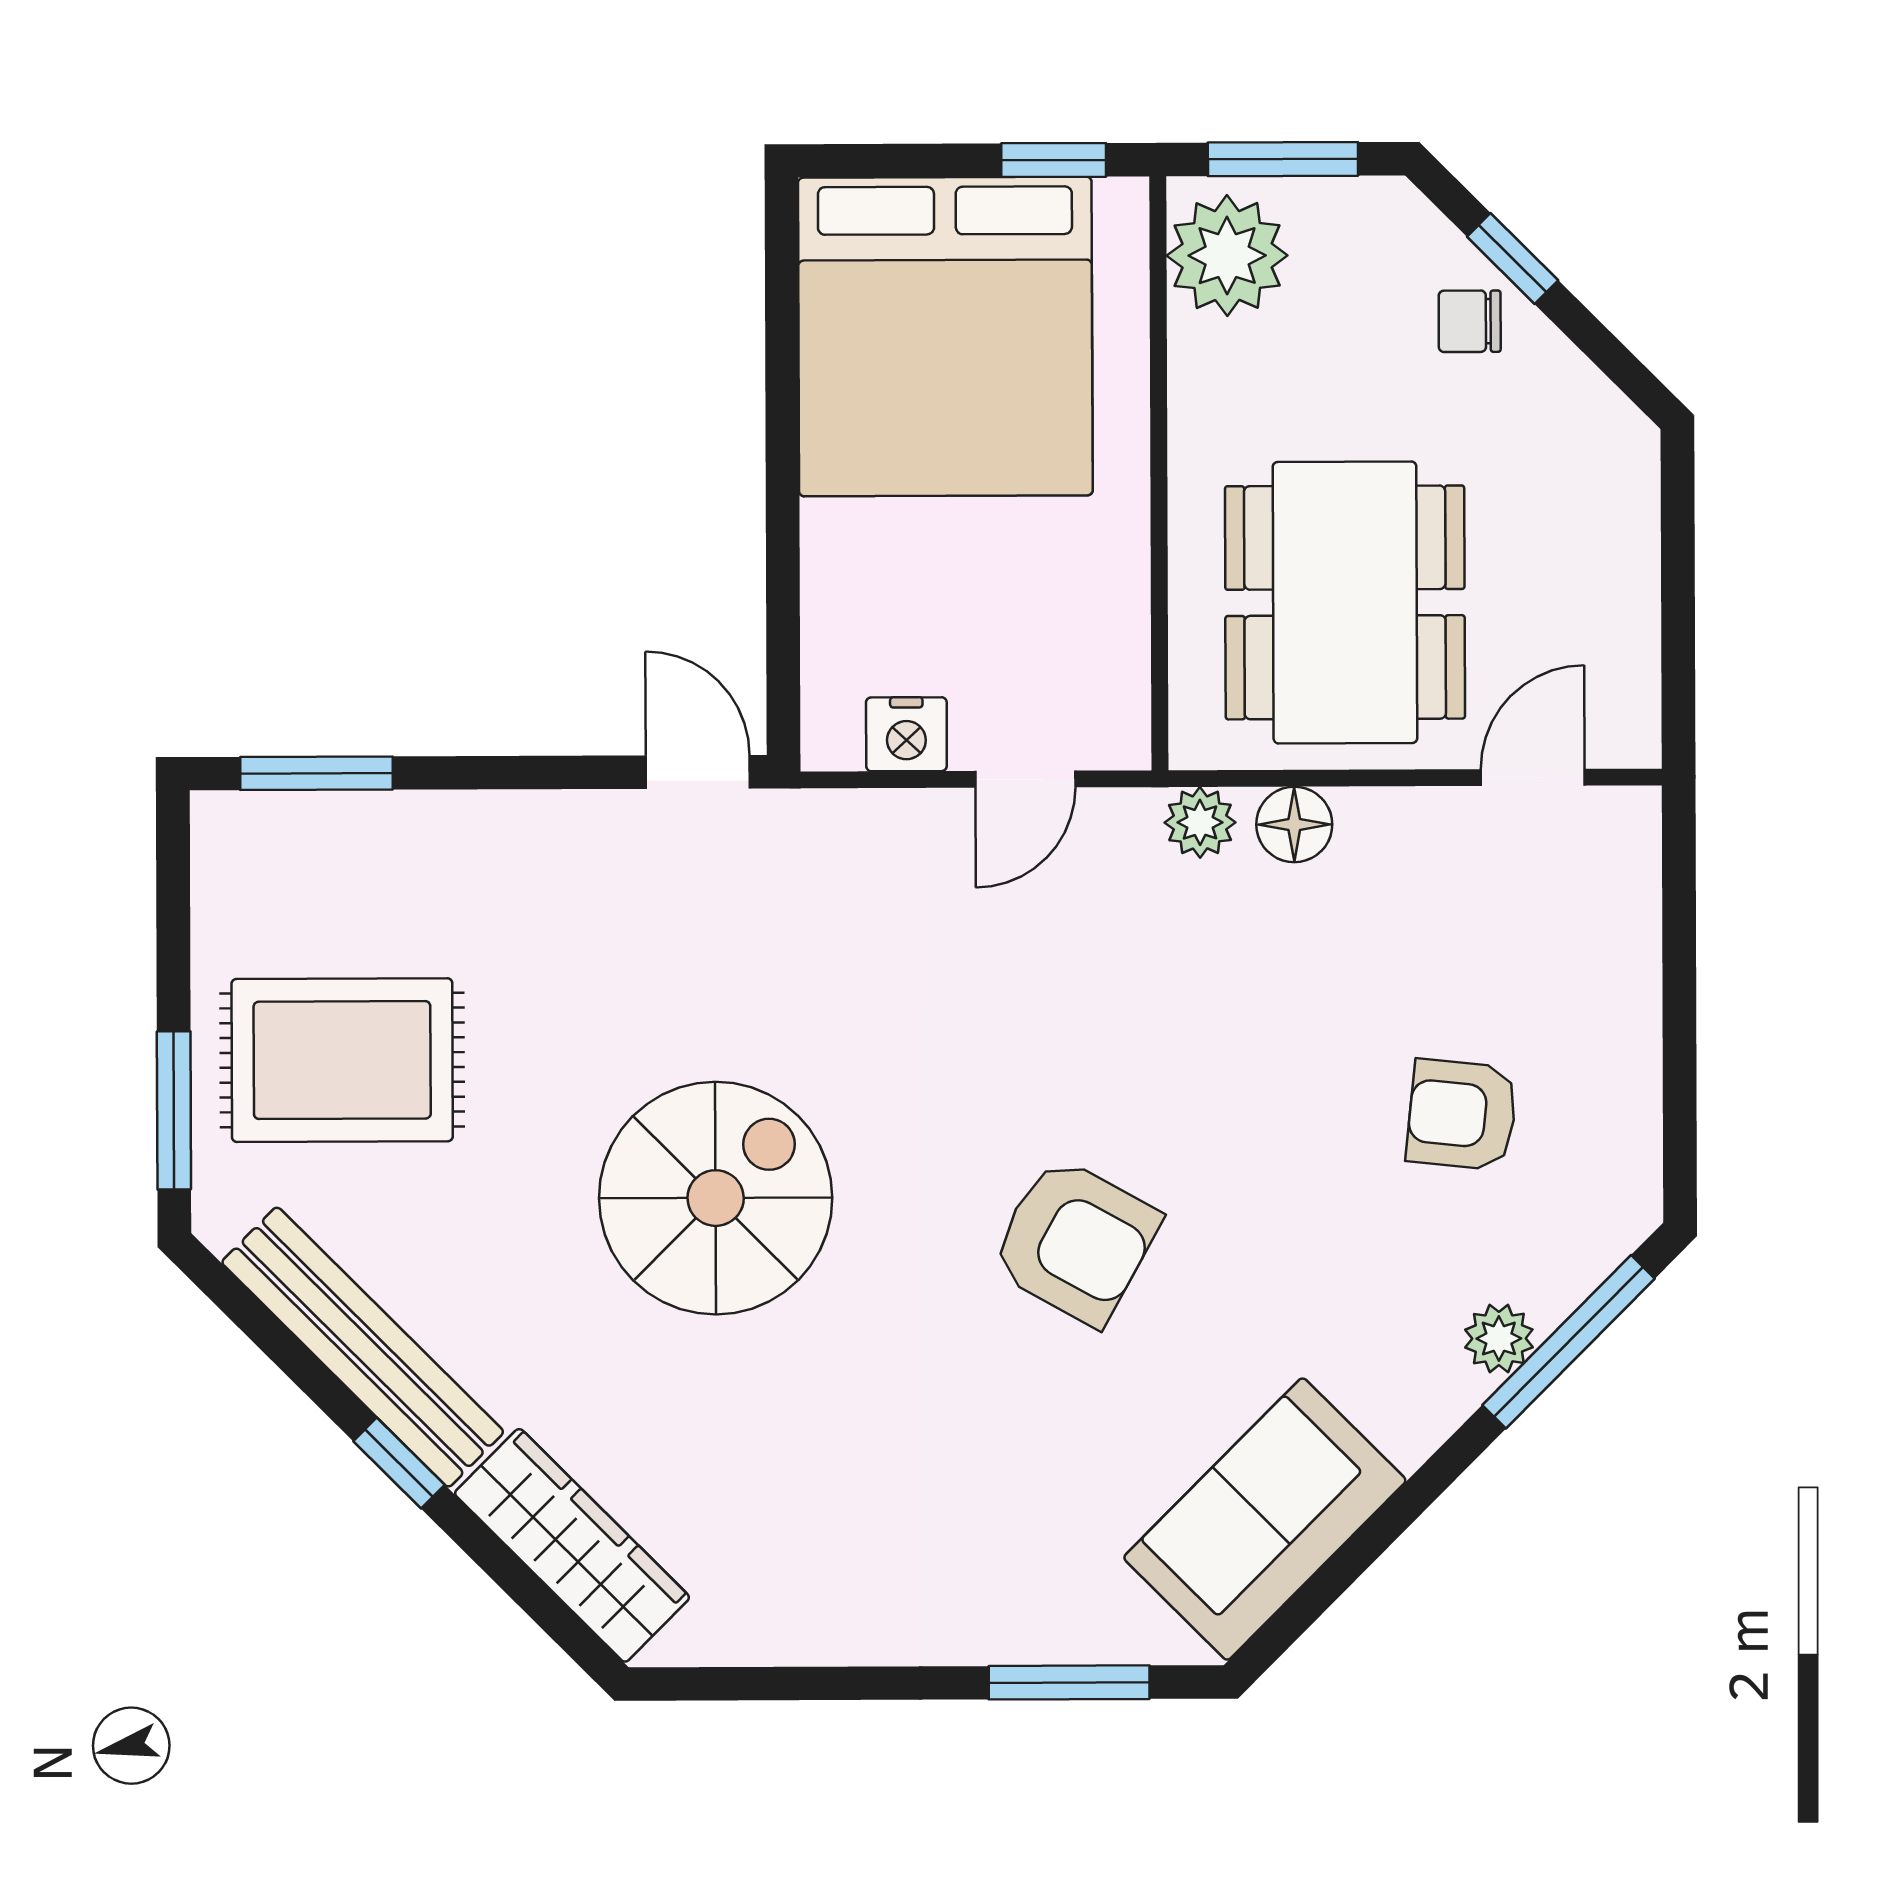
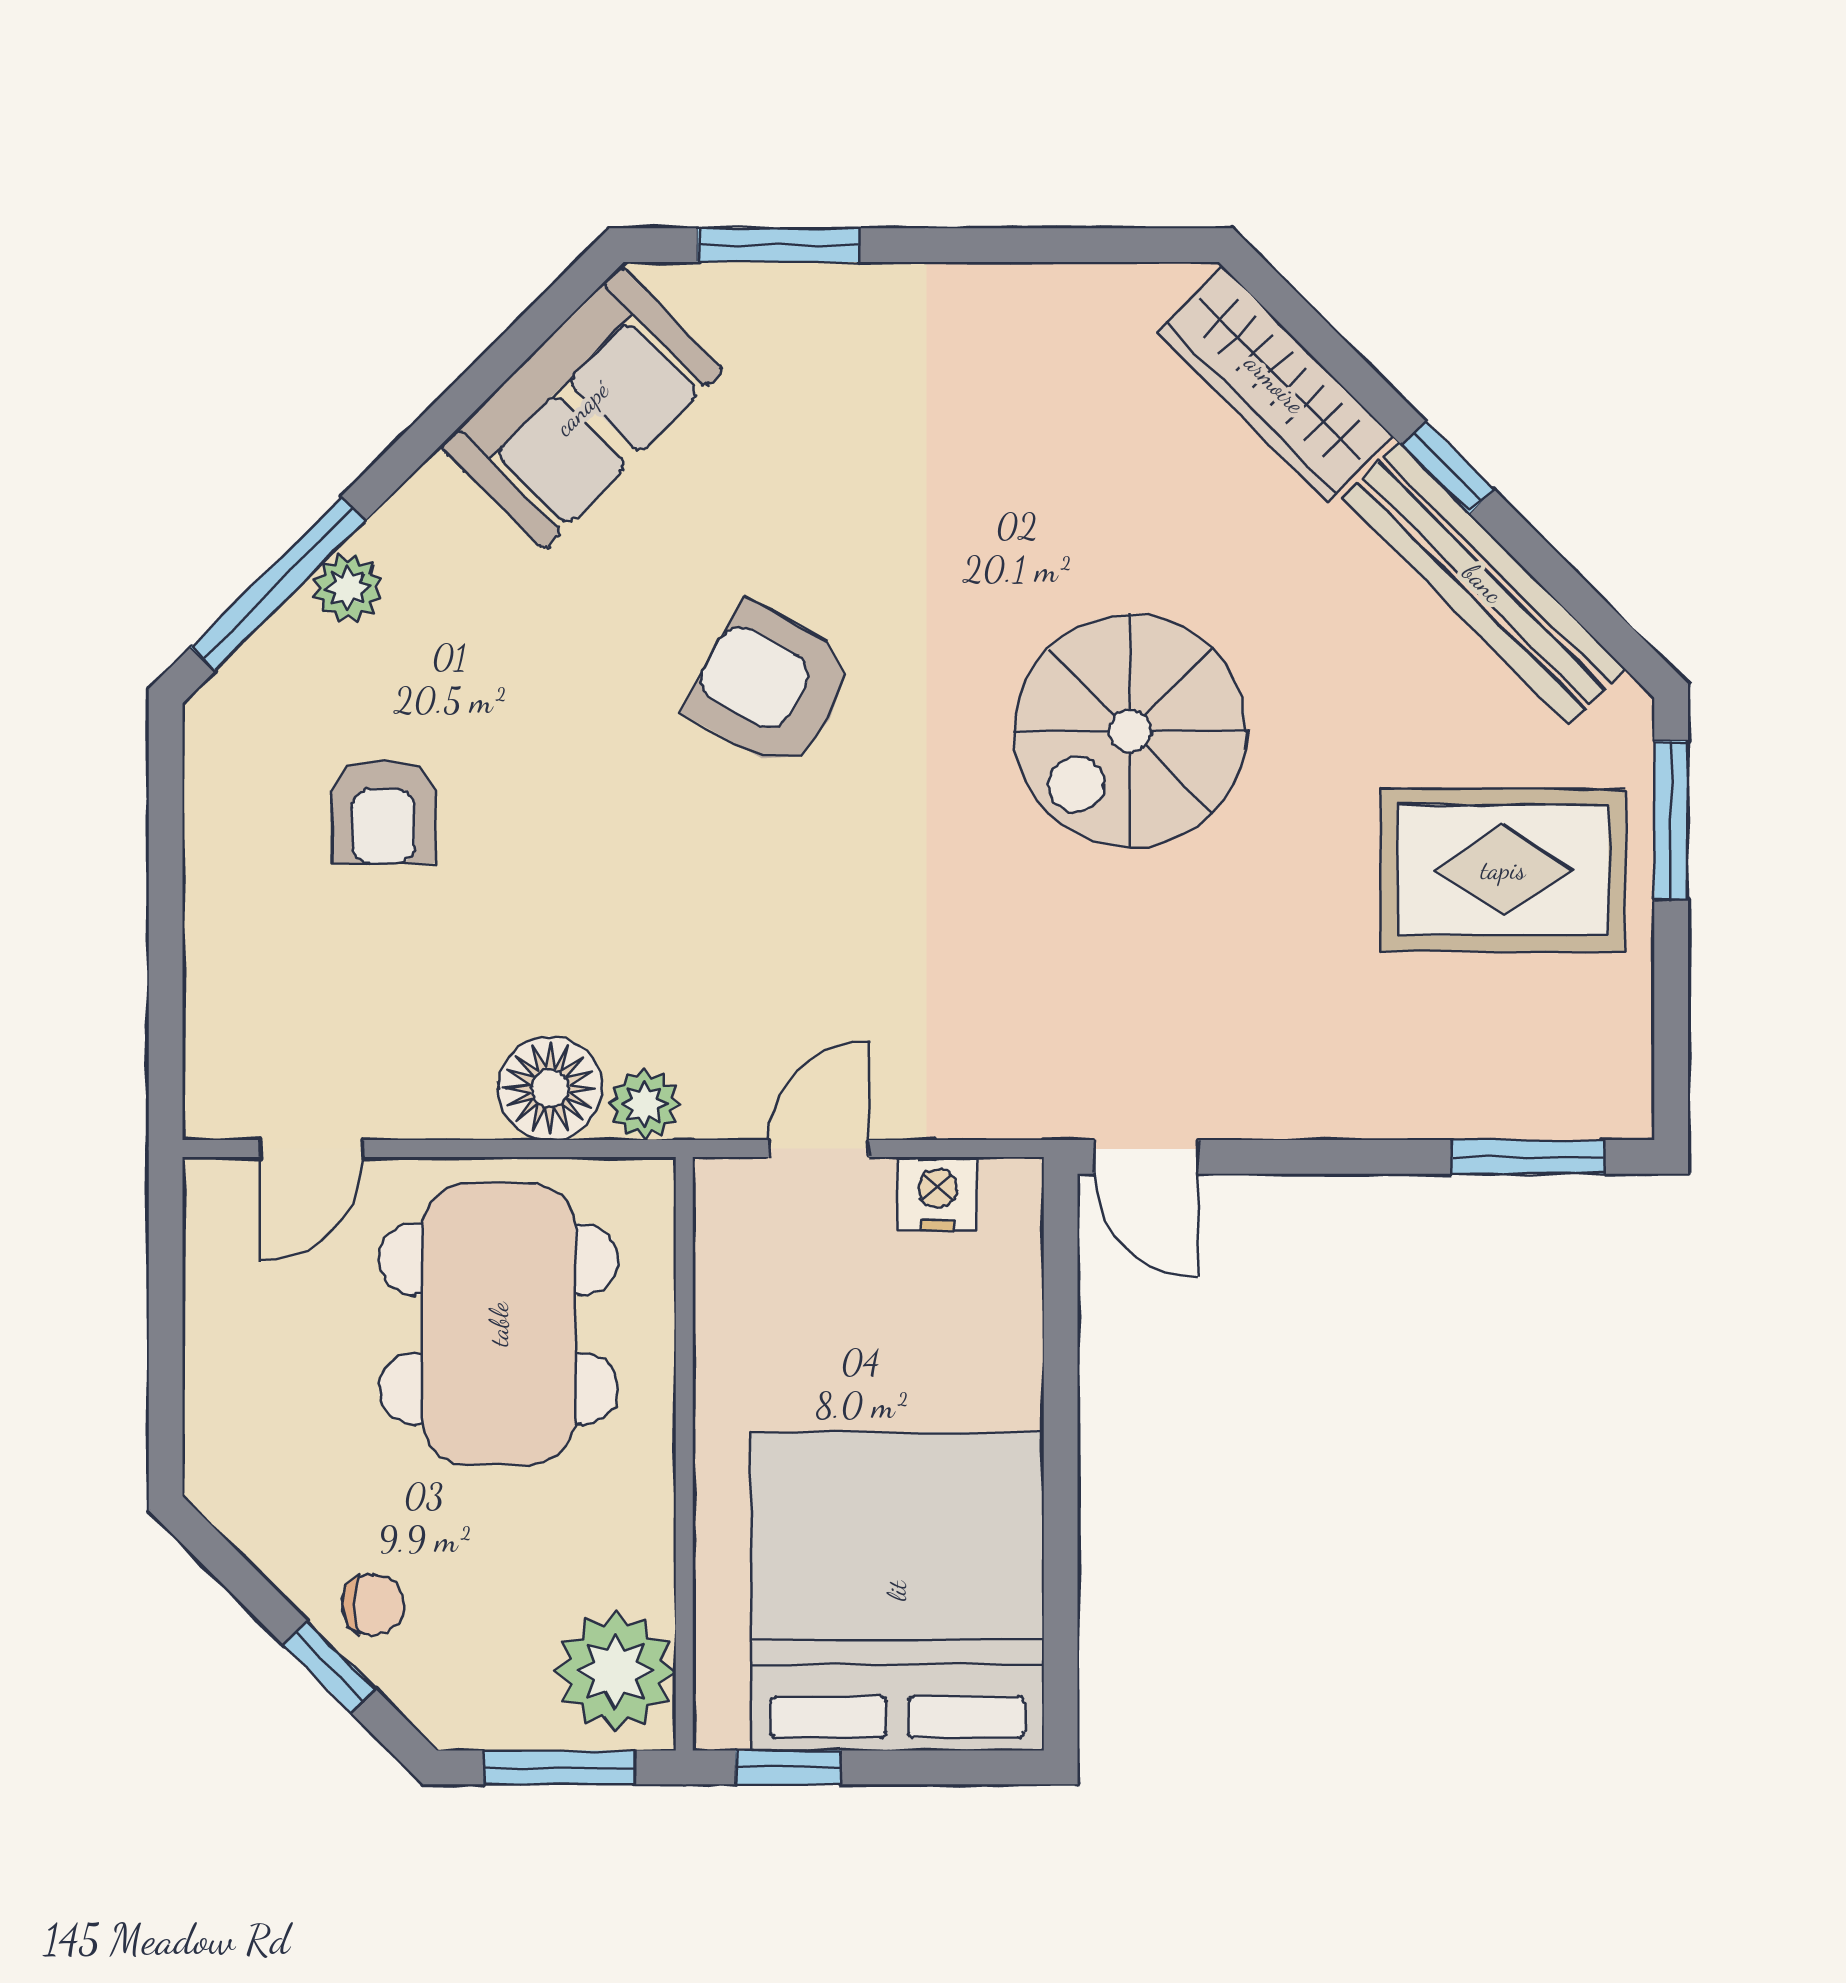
floor lamp: (1294, 824) -> (550, 1088), width x1.38, depth x1.38
armchair: (1462, 1115) -> (383, 812), turned 84

